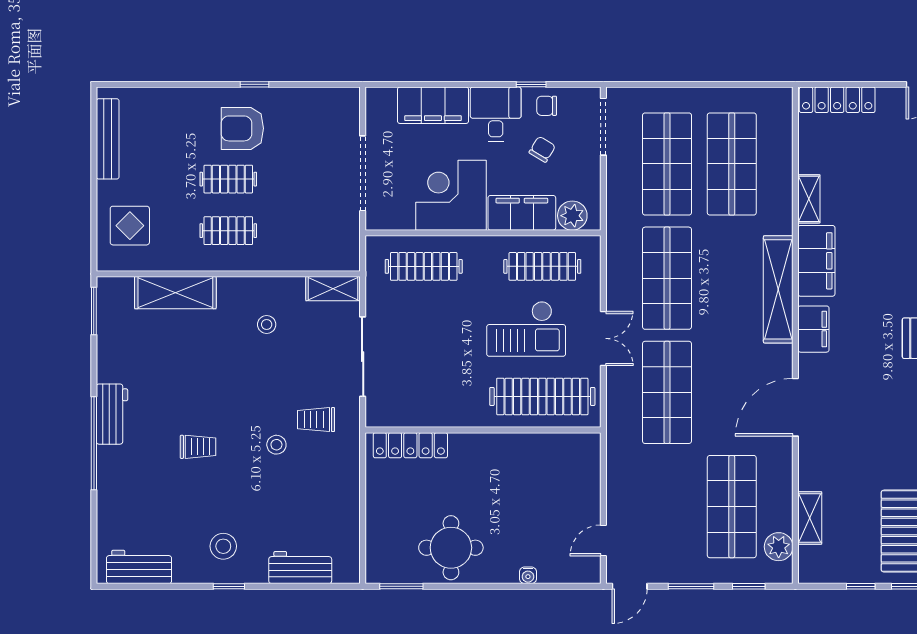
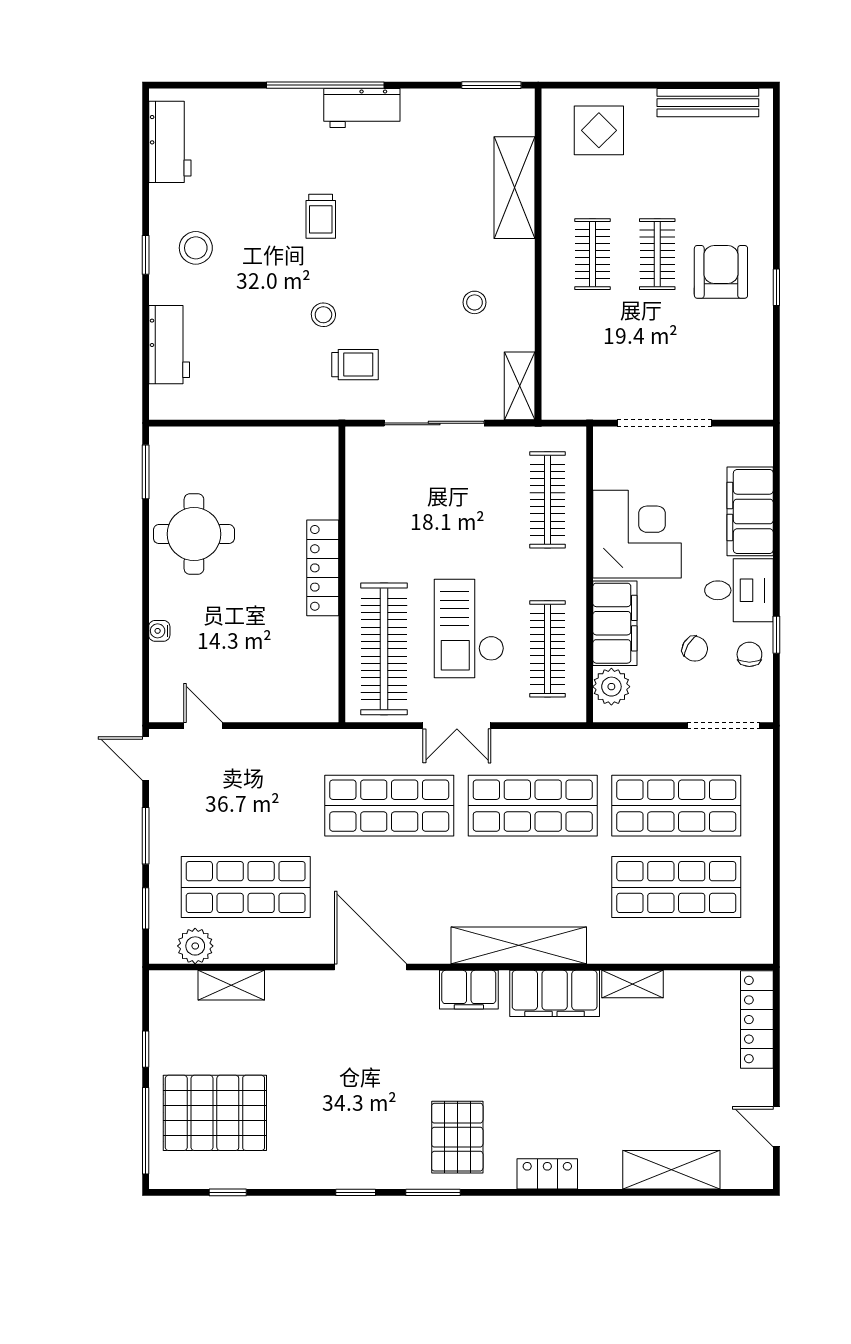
trolley: (316, 420) -> (355, 365), turned 90
locker: (410, 445) -> (323, 568), moved

